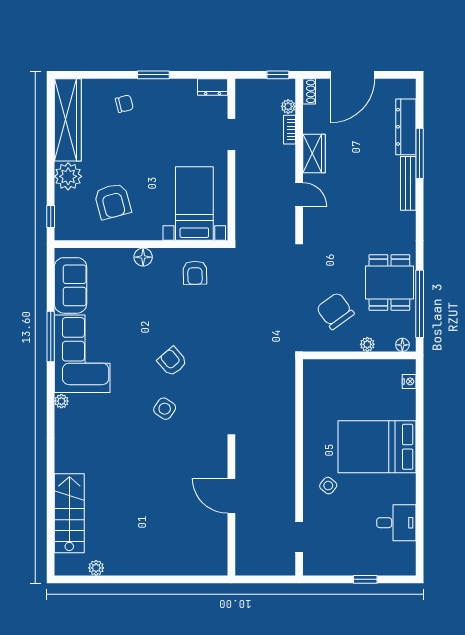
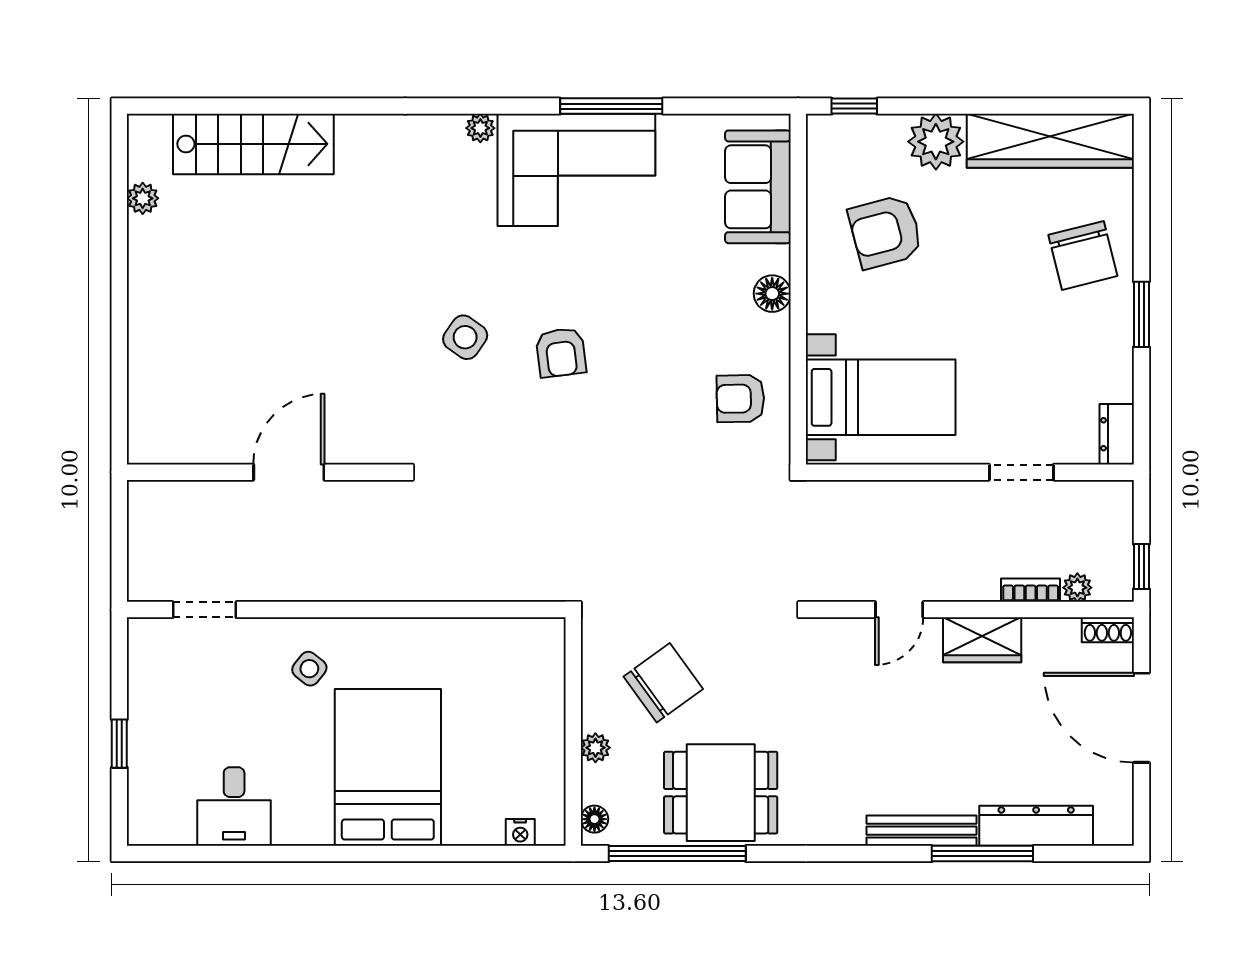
chair: (124, 104) -> (1083, 255), width x1.87, depth x1.87
sofa: (70, 285) -> (758, 187), moved, turned 90
armchair: (172, 361) -> (561, 352), turned 124

